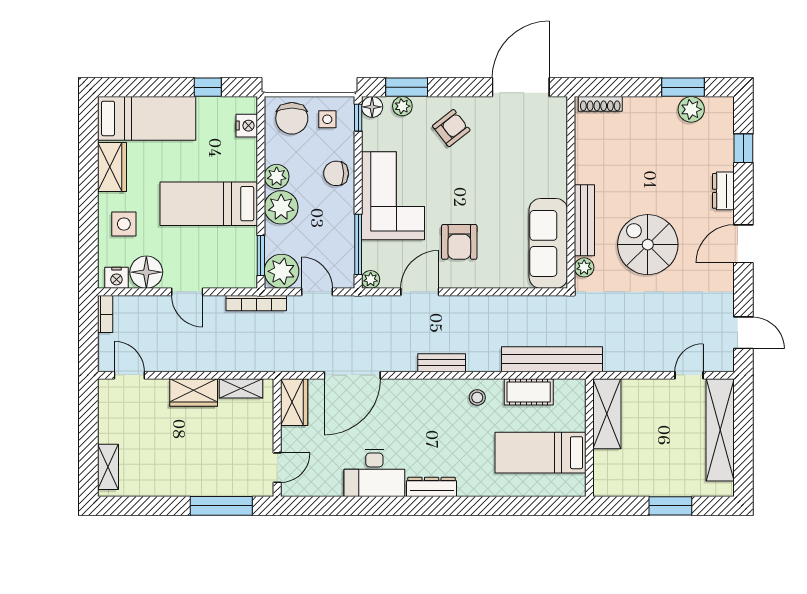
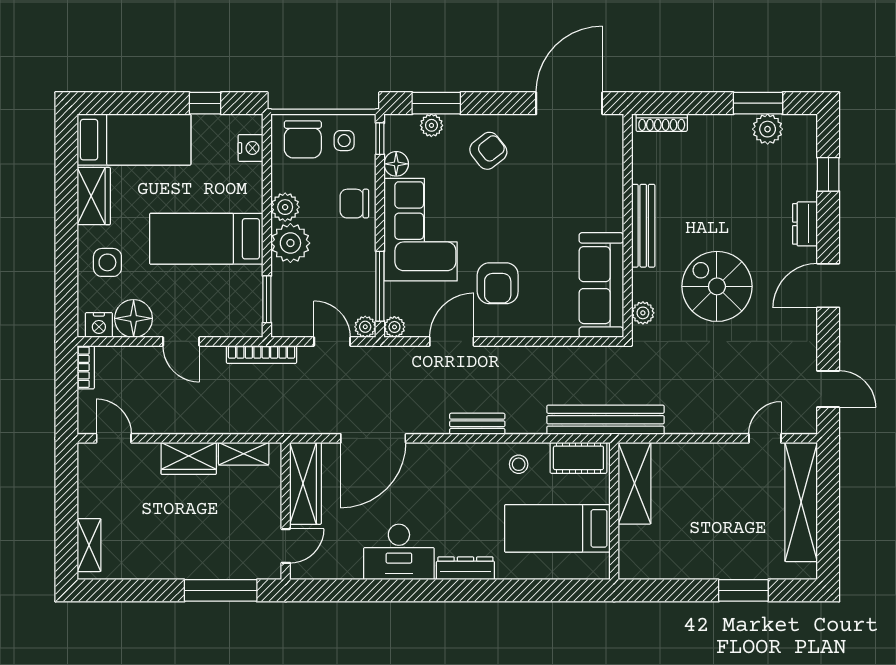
floor lamp: (372, 107) -> (396, 164), moved
bench: (584, 220) -> (643, 226), moved
plant: (282, 271) -> (365, 327), moved, width x0.53, depth x0.53
wardrobe: (294, 402) -> (306, 483), width x1.50
shelving: (607, 414) -> (635, 483), moved
wall: (589, 438) -> (614, 511), moved
bed: (541, 453) -> (557, 528), moved

